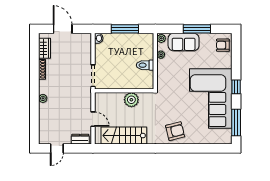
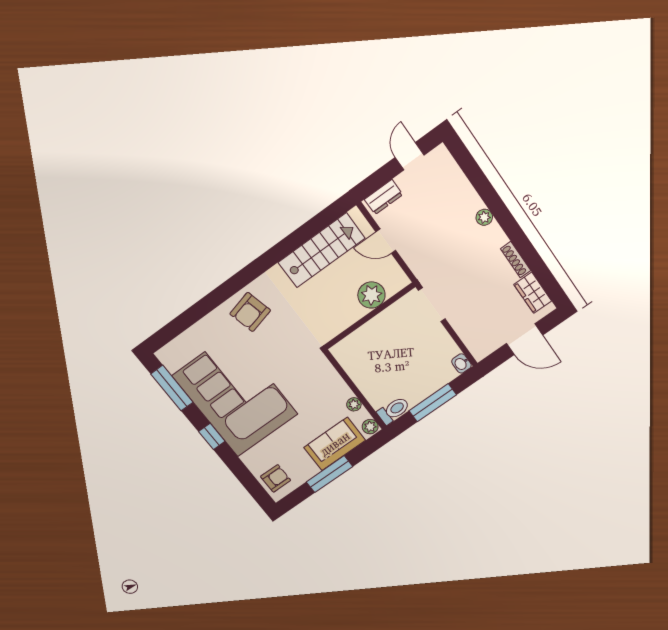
toilet: (145, 65) -> (394, 410), moved
plant: (131, 100) -> (371, 295), moved

